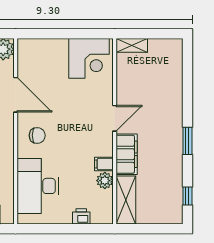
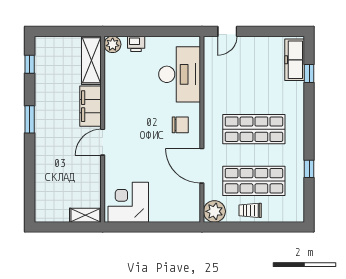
chair: (37, 135) -> (180, 125), turned 180
filing cabinet: (104, 164) -> (113, 96), removed
plant: (105, 181) -> (113, 44), moved

